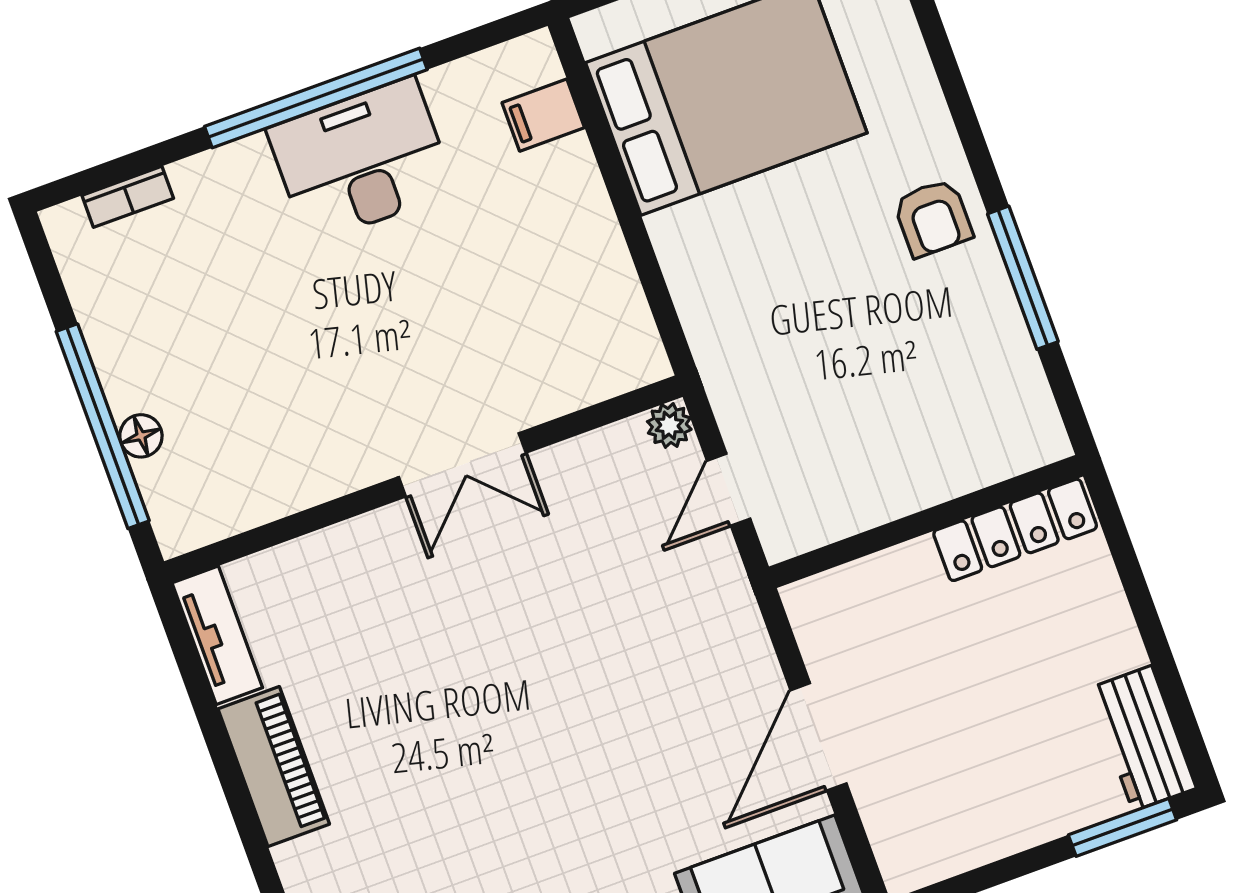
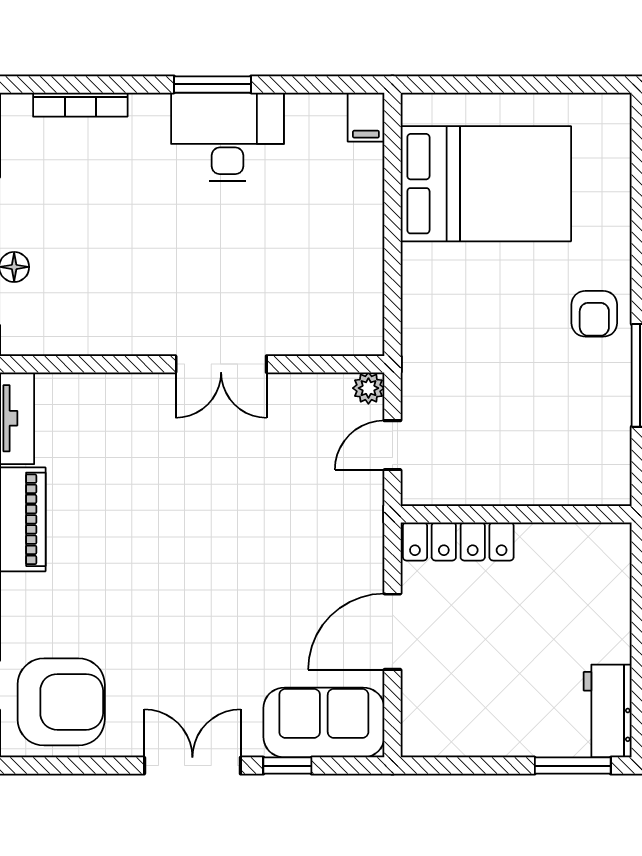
window: (316, 98) -> (213, 84), width x0.47
filing cabinet: (543, 115) -> (366, 117), moved, turned -90
bookcase: (128, 197) -> (80, 105), width x1.56
locker: (1015, 530) -> (458, 541), moved

